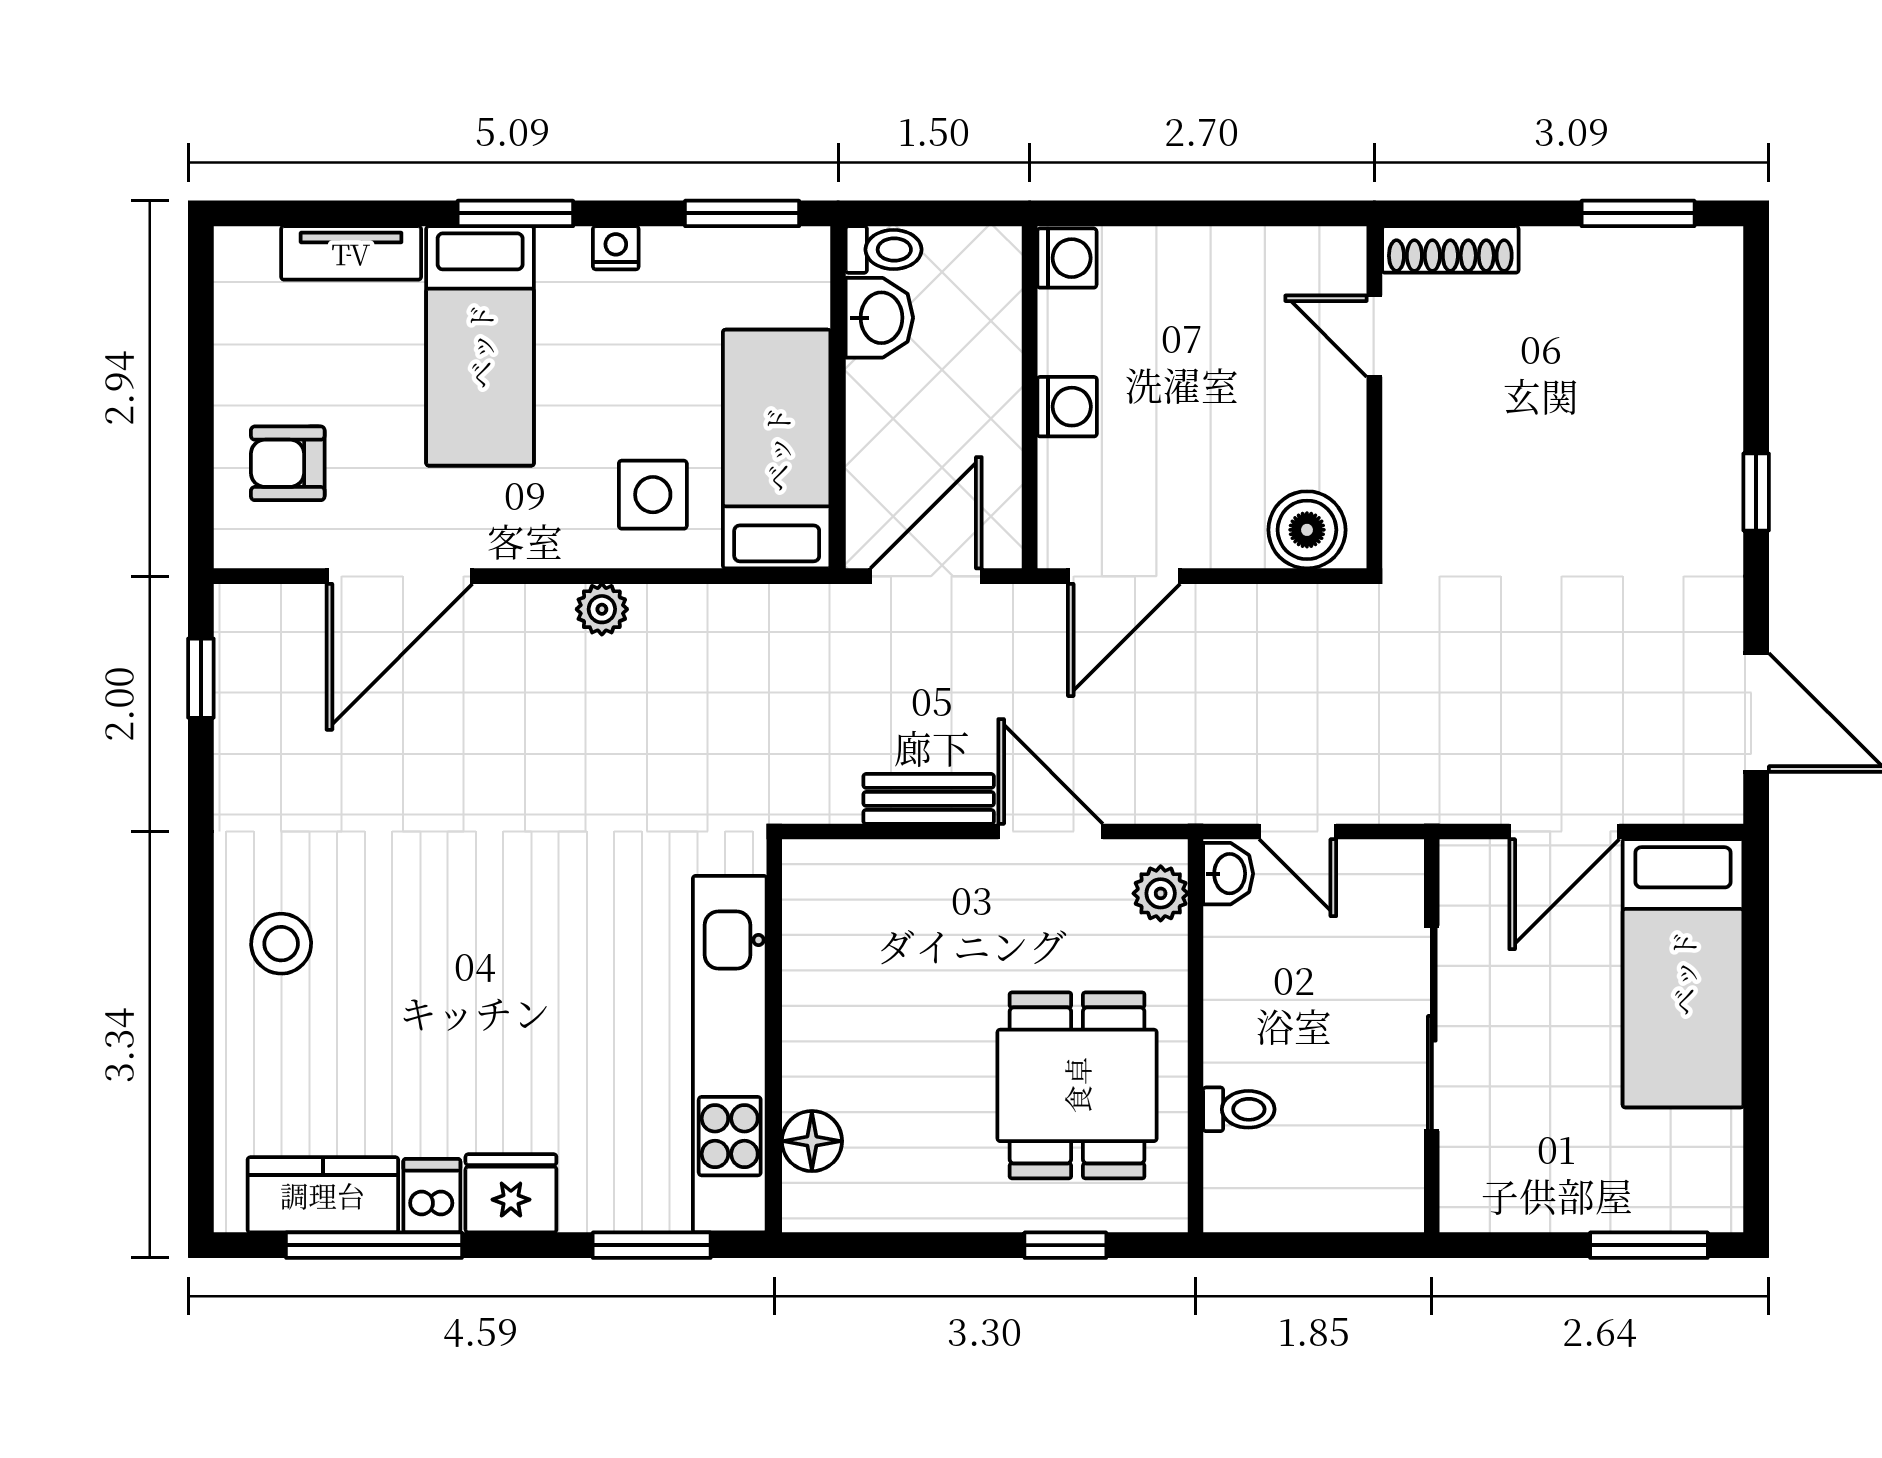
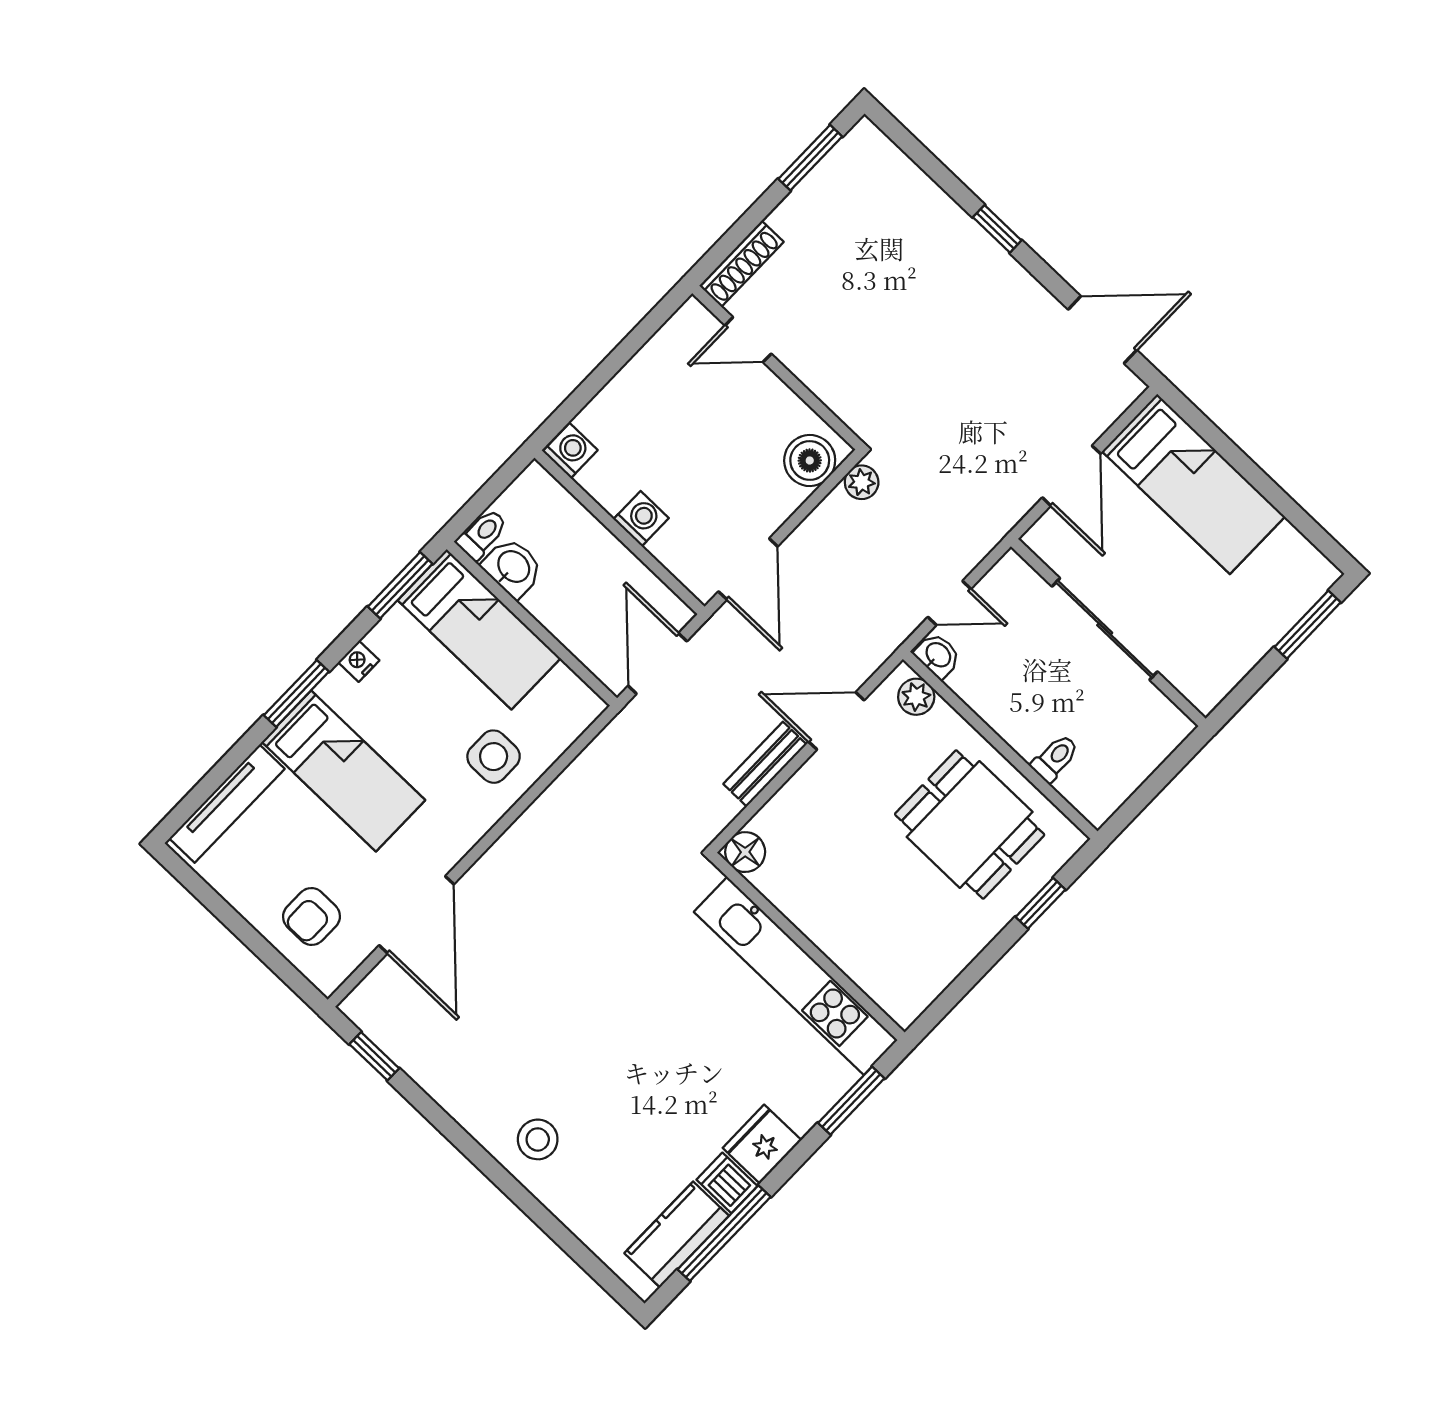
tv unit: (351, 253) -> (227, 804), width x1.41
bed: (777, 449) -> (479, 629), moved, turned 180
plant: (602, 609) -> (862, 482), moved
floor lamp: (812, 1141) -> (745, 852), moved

